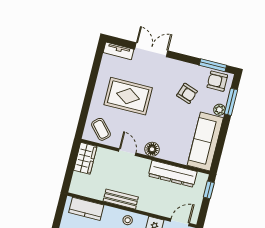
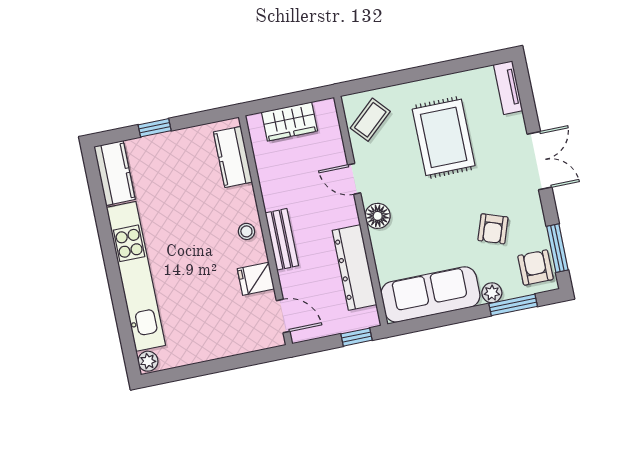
double door: (151, 50) -> (539, 161), moved
door: (127, 152) -> (354, 179), swing flipped
wardrobe: (85, 158) -> (289, 122), moved
bench: (121, 199) -> (282, 239), moved

